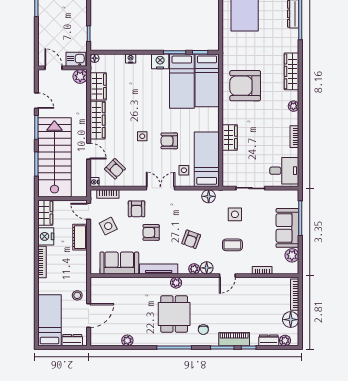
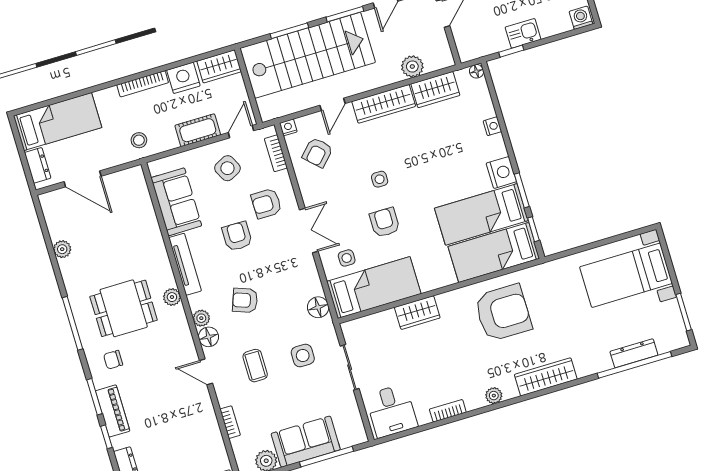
kitchen sink: (76, 59) -> (523, 33), moved, turned -90
plant: (80, 76) -> (412, 67), moved
armchair: (245, 86) -> (503, 313), turned 90
stool: (77, 295) -> (139, 140), moved

